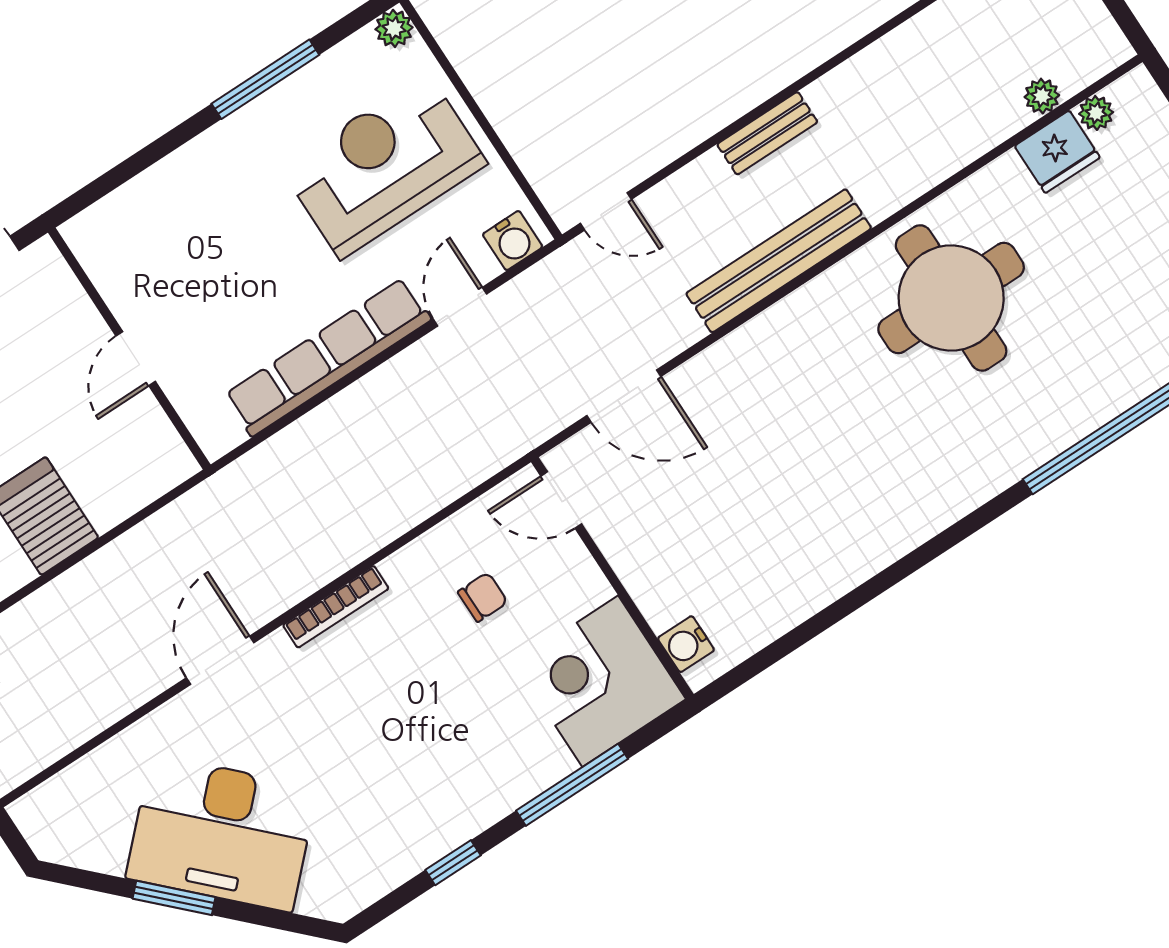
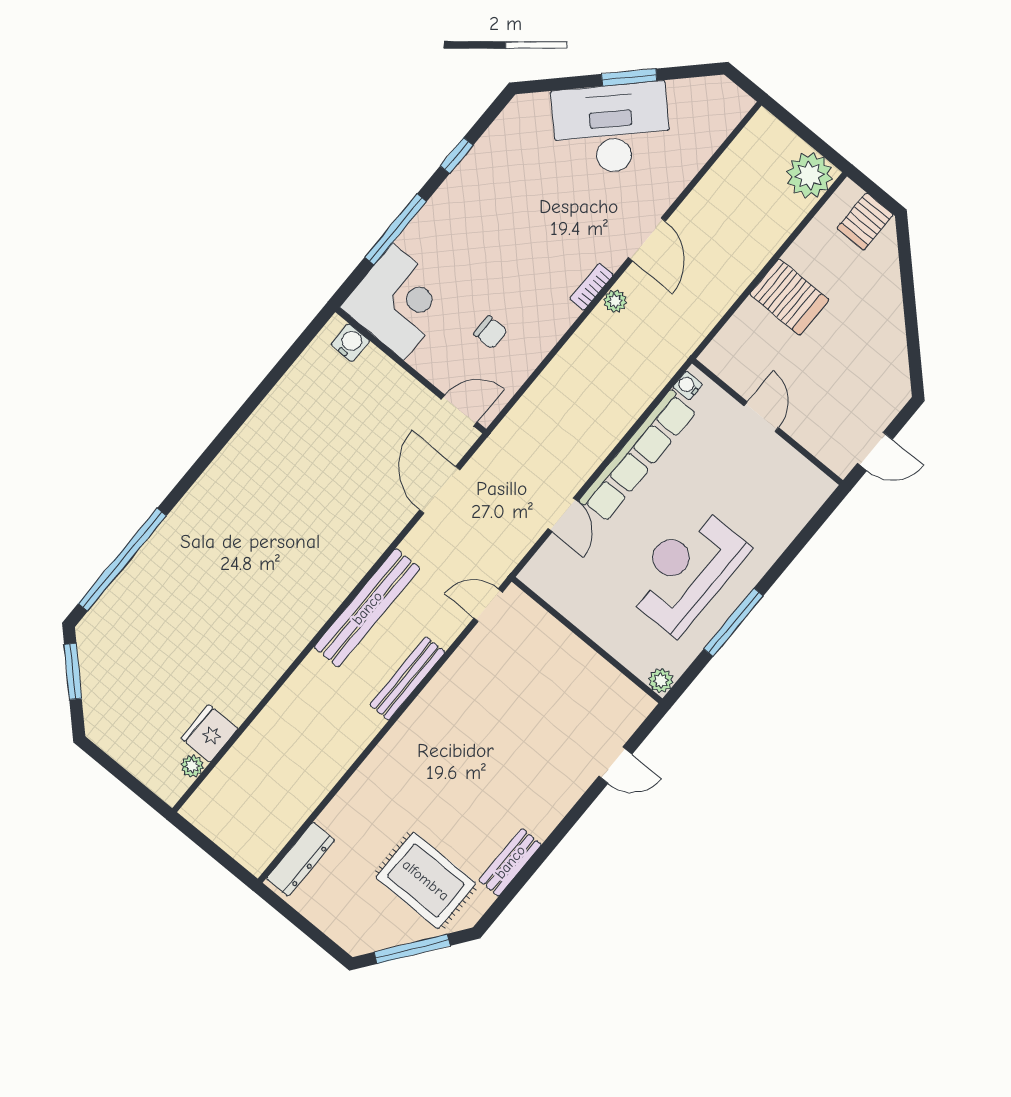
plant: (1042, 96) -> (615, 301), moved
bench: (767, 133) -> (407, 678), width x1.36
reception desk: (384, 166) -> (686, 570), moved, turned 180
water cooler: (513, 241) -> (688, 386), moved, width x0.72, depth x0.72
round table: (951, 298) -> (249, 618), removed
door: (624, 396) -> (440, 490), hinge flipped
chair: (483, 597) -> (490, 332), turned -90
bookcase: (336, 607) -> (592, 287), width x0.64

